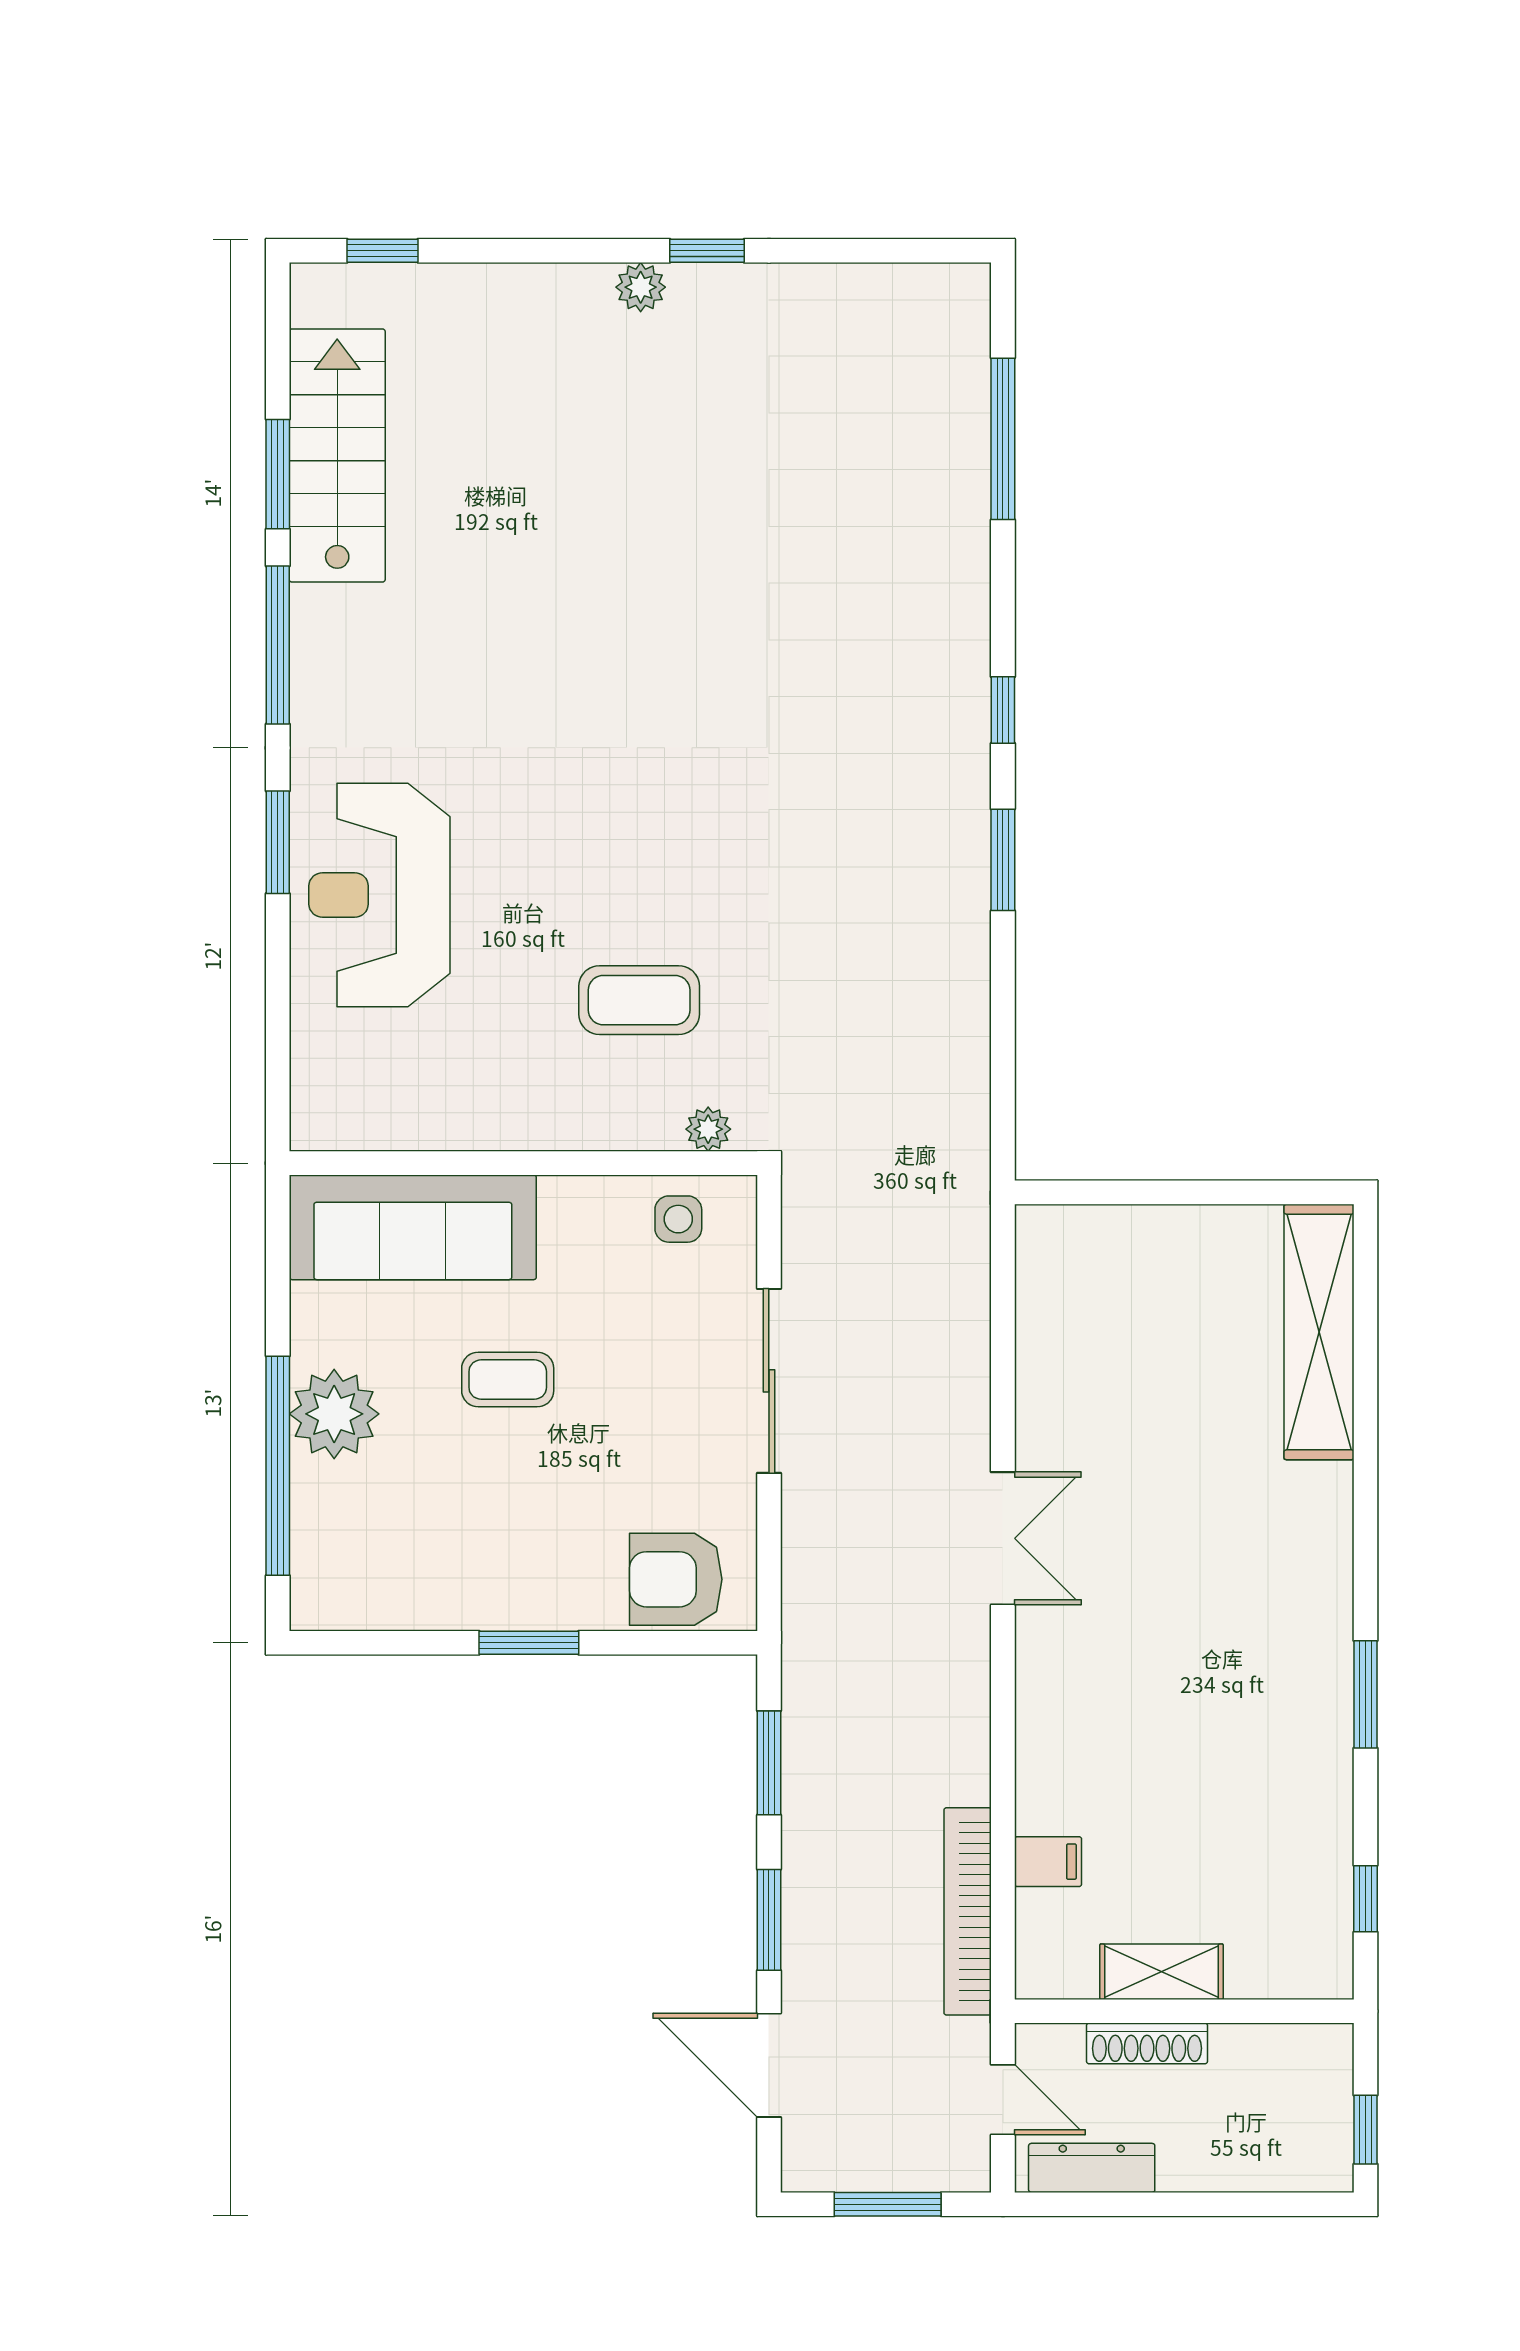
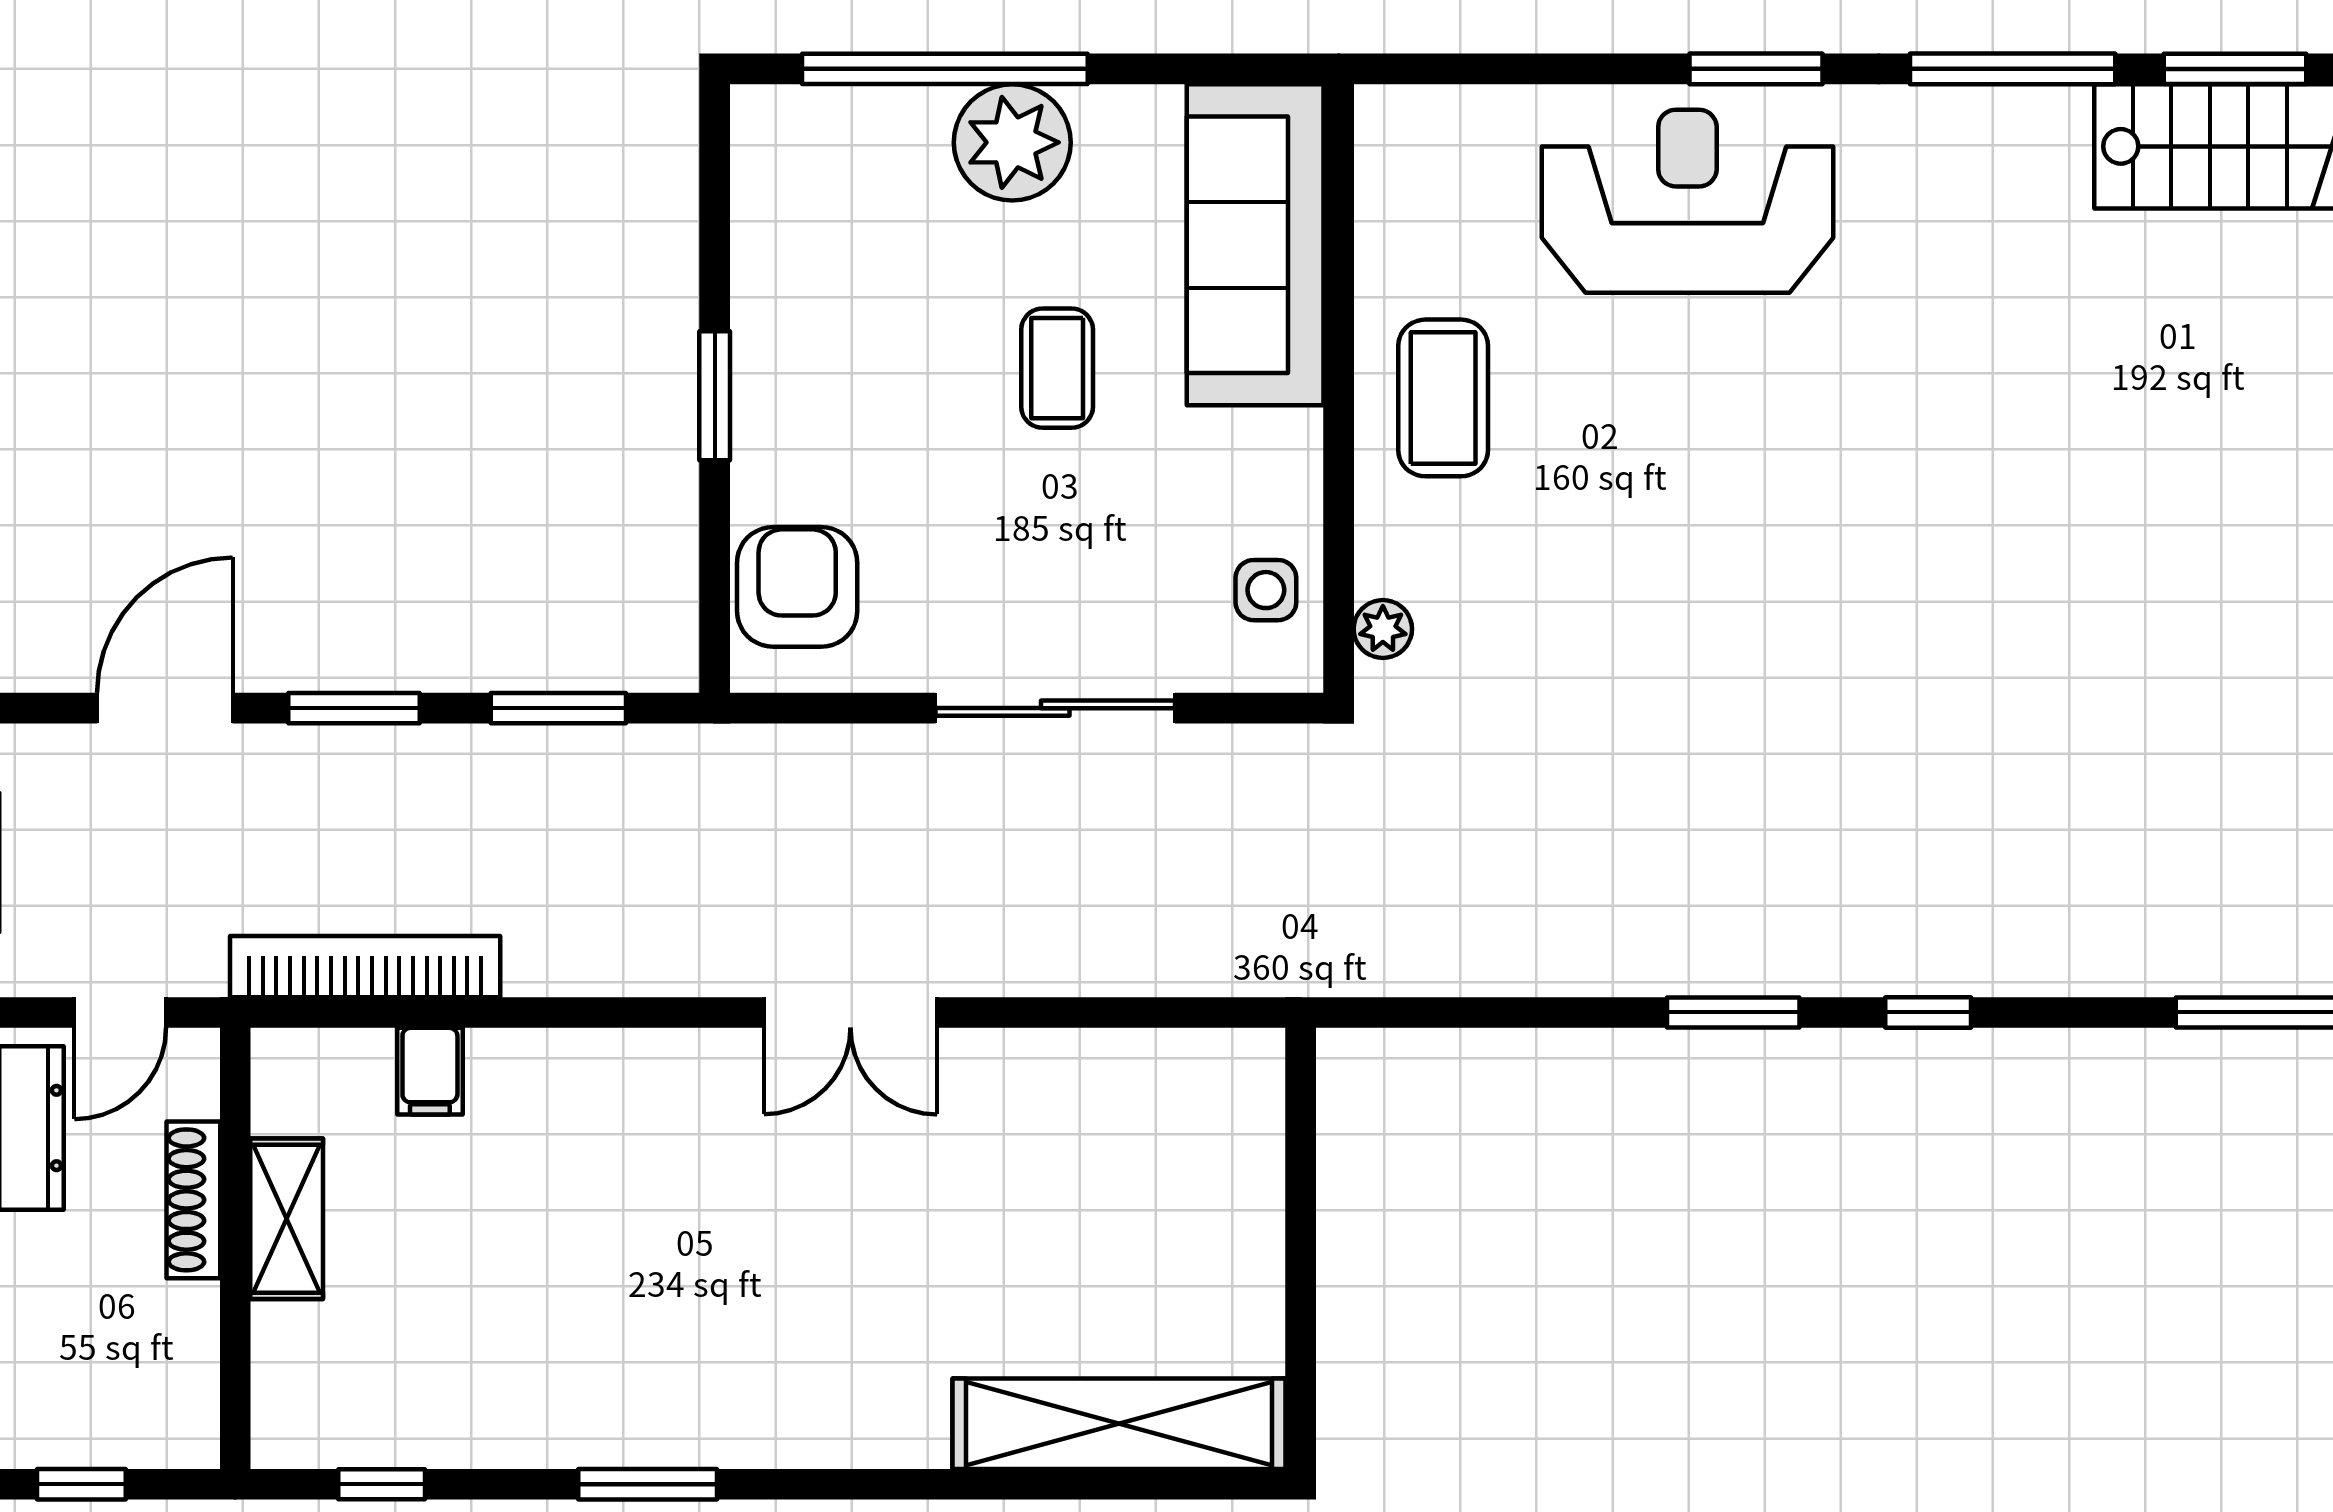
coffee table: (639, 1000) -> (1443, 398), moved

